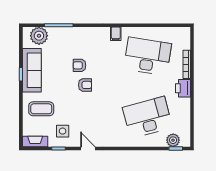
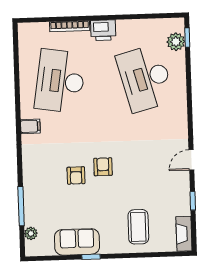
plant: (39, 36) -> (31, 233), width x0.53, depth x0.53
sofa: (32, 70) -> (77, 242), width x0.73
side table: (63, 131) -> (168, 196), removed

